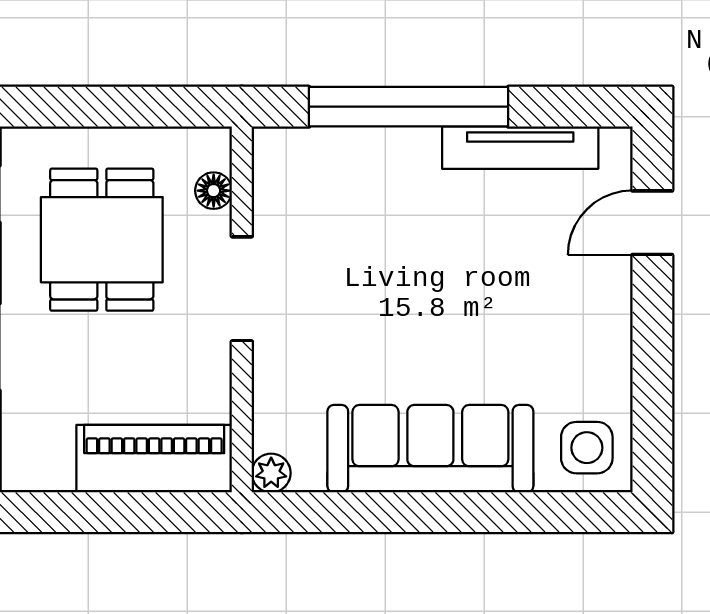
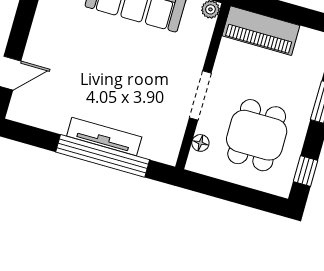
tv unit: (520, 148) -> (104, 137), moved

